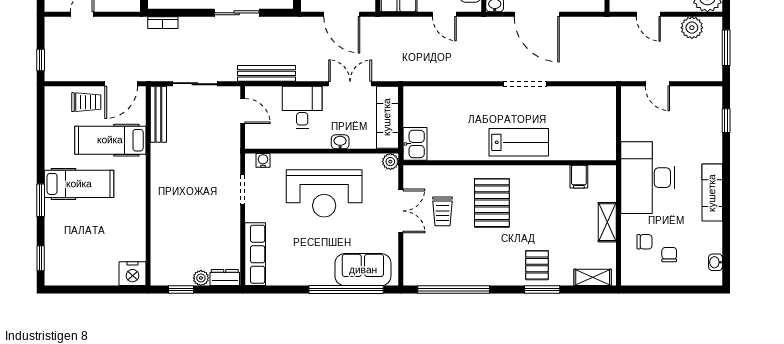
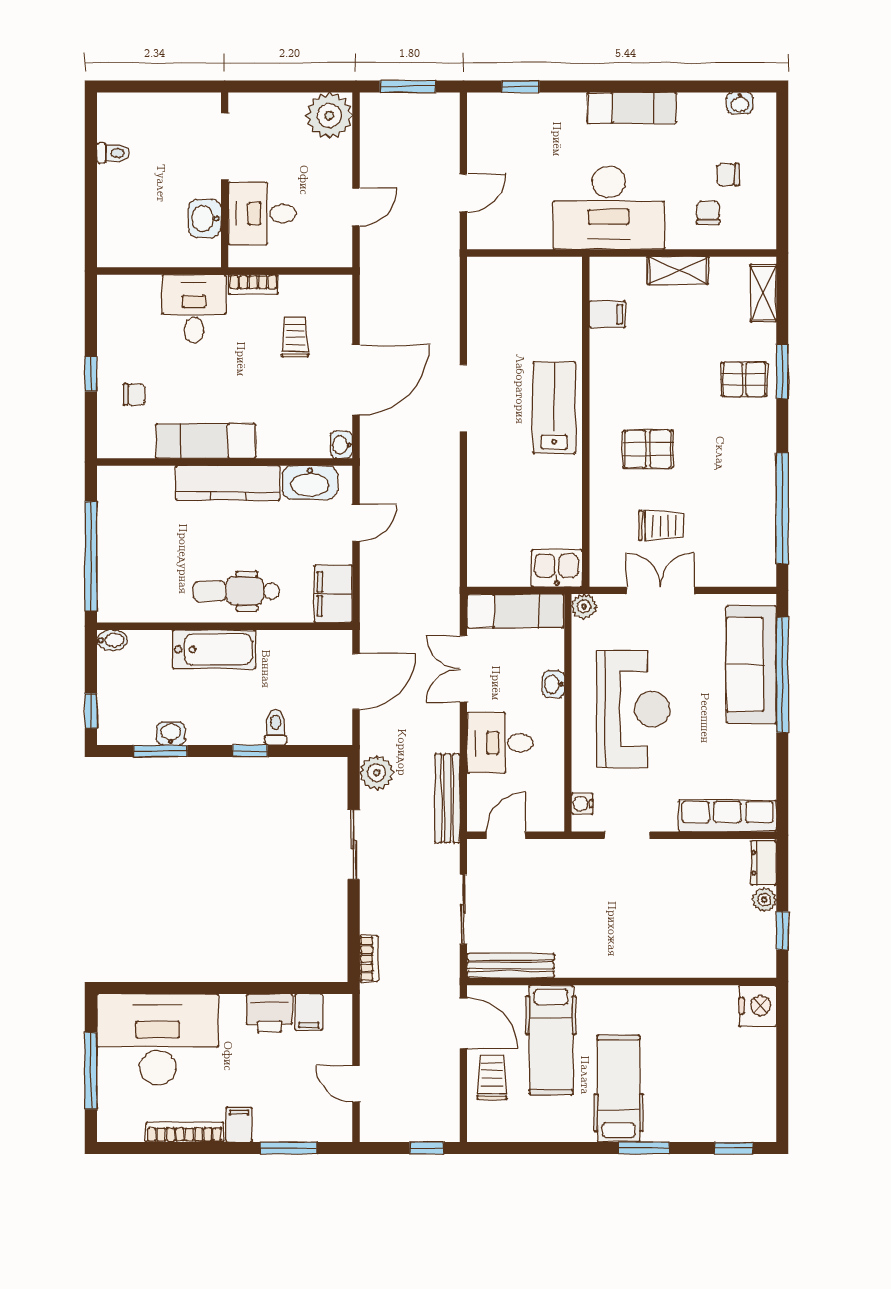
plant: (692, 28) -> (377, 773), moved
pallet: (492, 203) -> (648, 449), width x0.67, depth x0.71
sofa: (363, 270) -> (751, 664), width x1.36

